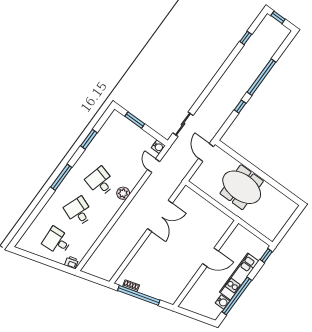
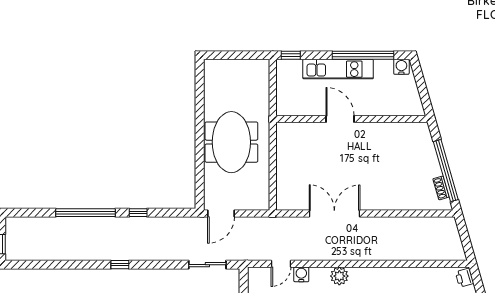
window: (246, 38) -> (120, 265), moved
water cooler: (158, 147) -> (301, 274), moved
water cooler: (223, 302) -> (401, 67), moved

